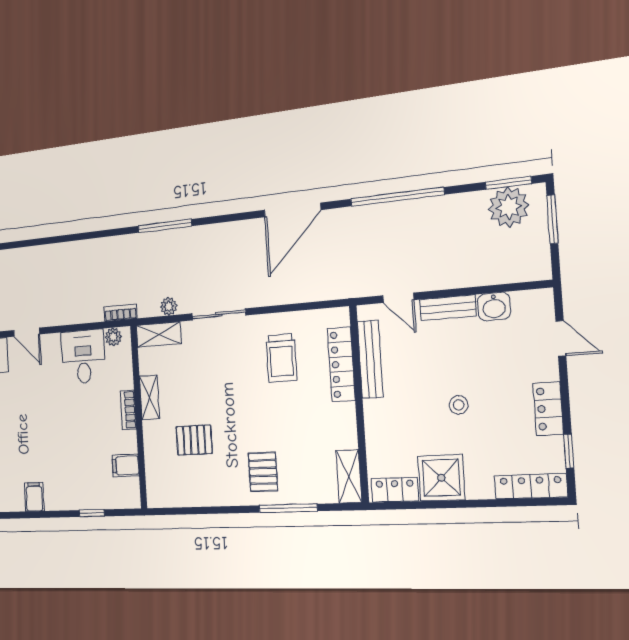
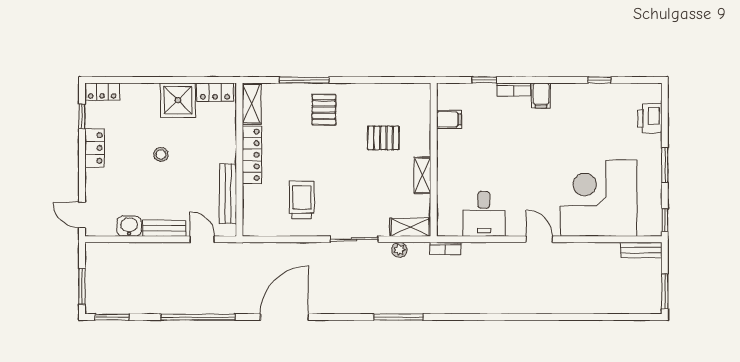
plant: (509, 207) -> (113, 299), removed
plant: (113, 337) -> (453, 229), removed
door: (561, 338) -> (82, 215), moved
locker: (341, 364) -> (252, 155), moved
bookcase: (128, 410) -> (514, 90), moved, turned 90
locker: (531, 486) -> (102, 92), width x0.66

